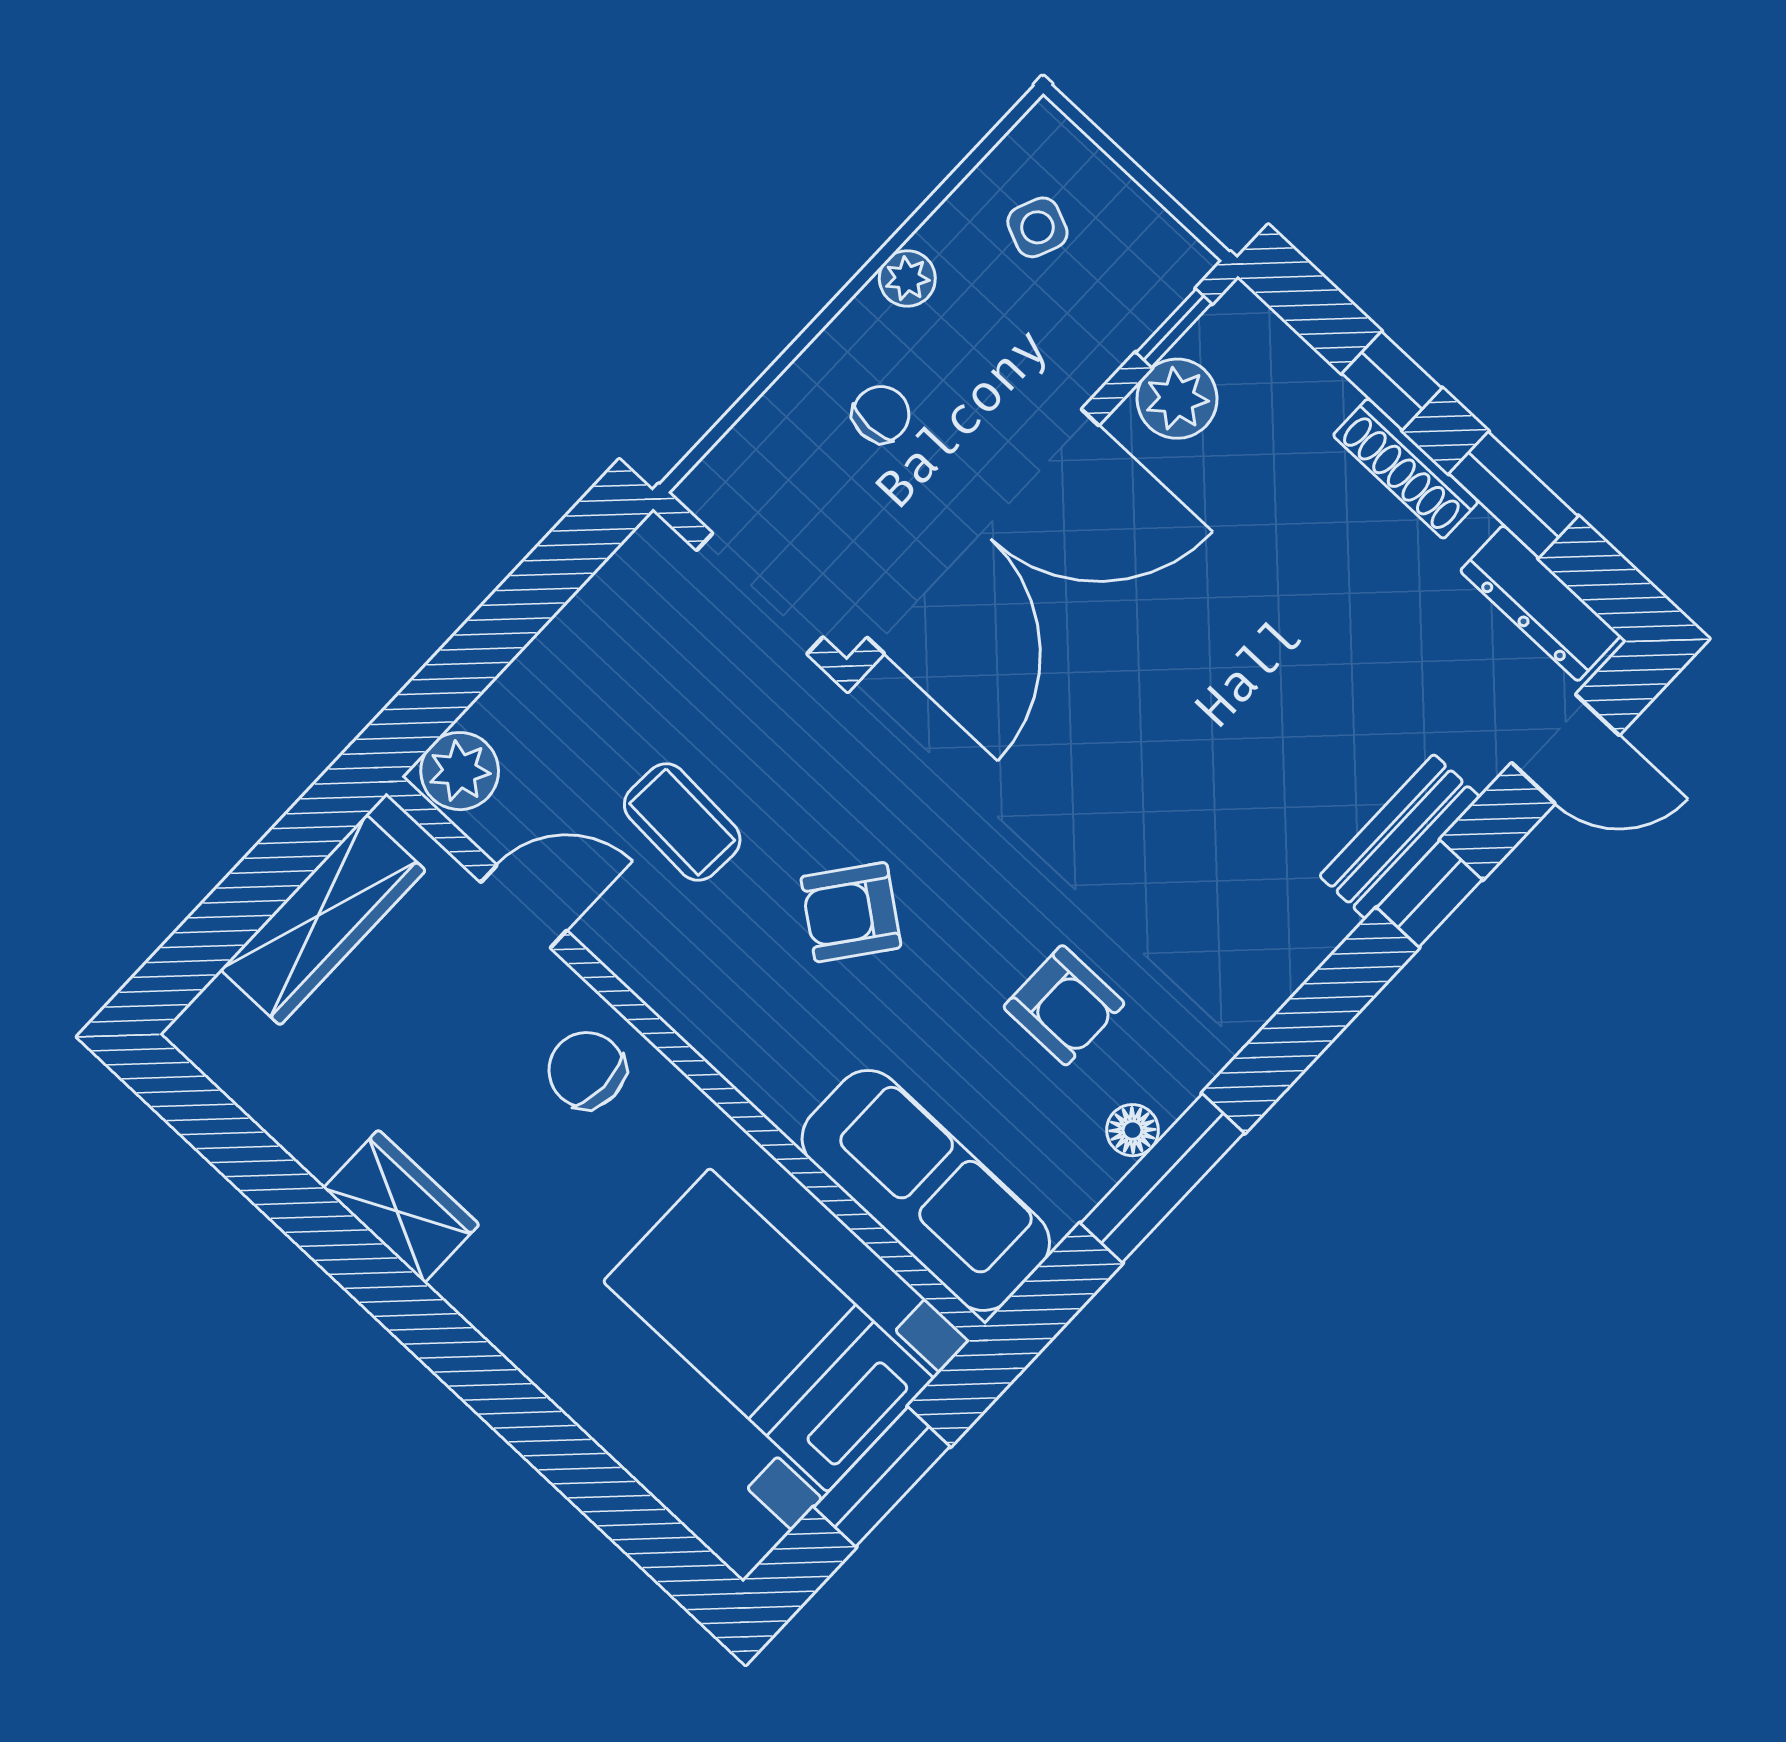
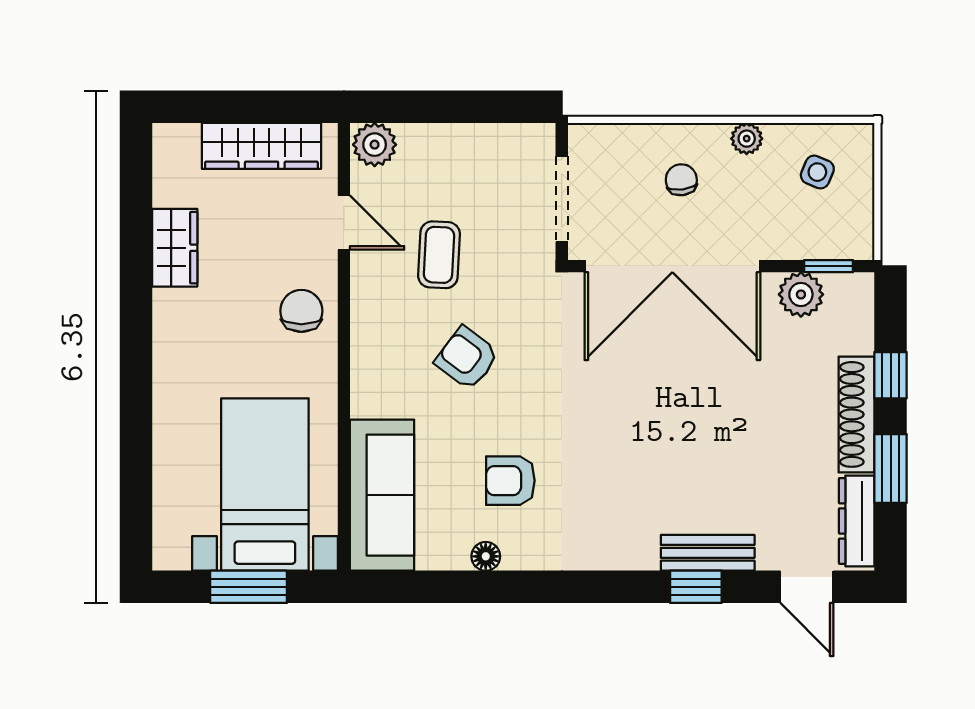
chair: (881, 414) -> (681, 180), turned -97
shoe rack: (1406, 469) -> (856, 414), width x1.36, depth x1.24
armchair: (1064, 1005) -> (510, 481), turned 90
window: (1162, 1178) -> (478, 587), removed
wardrobe: (401, 1206) -> (175, 248), moved

